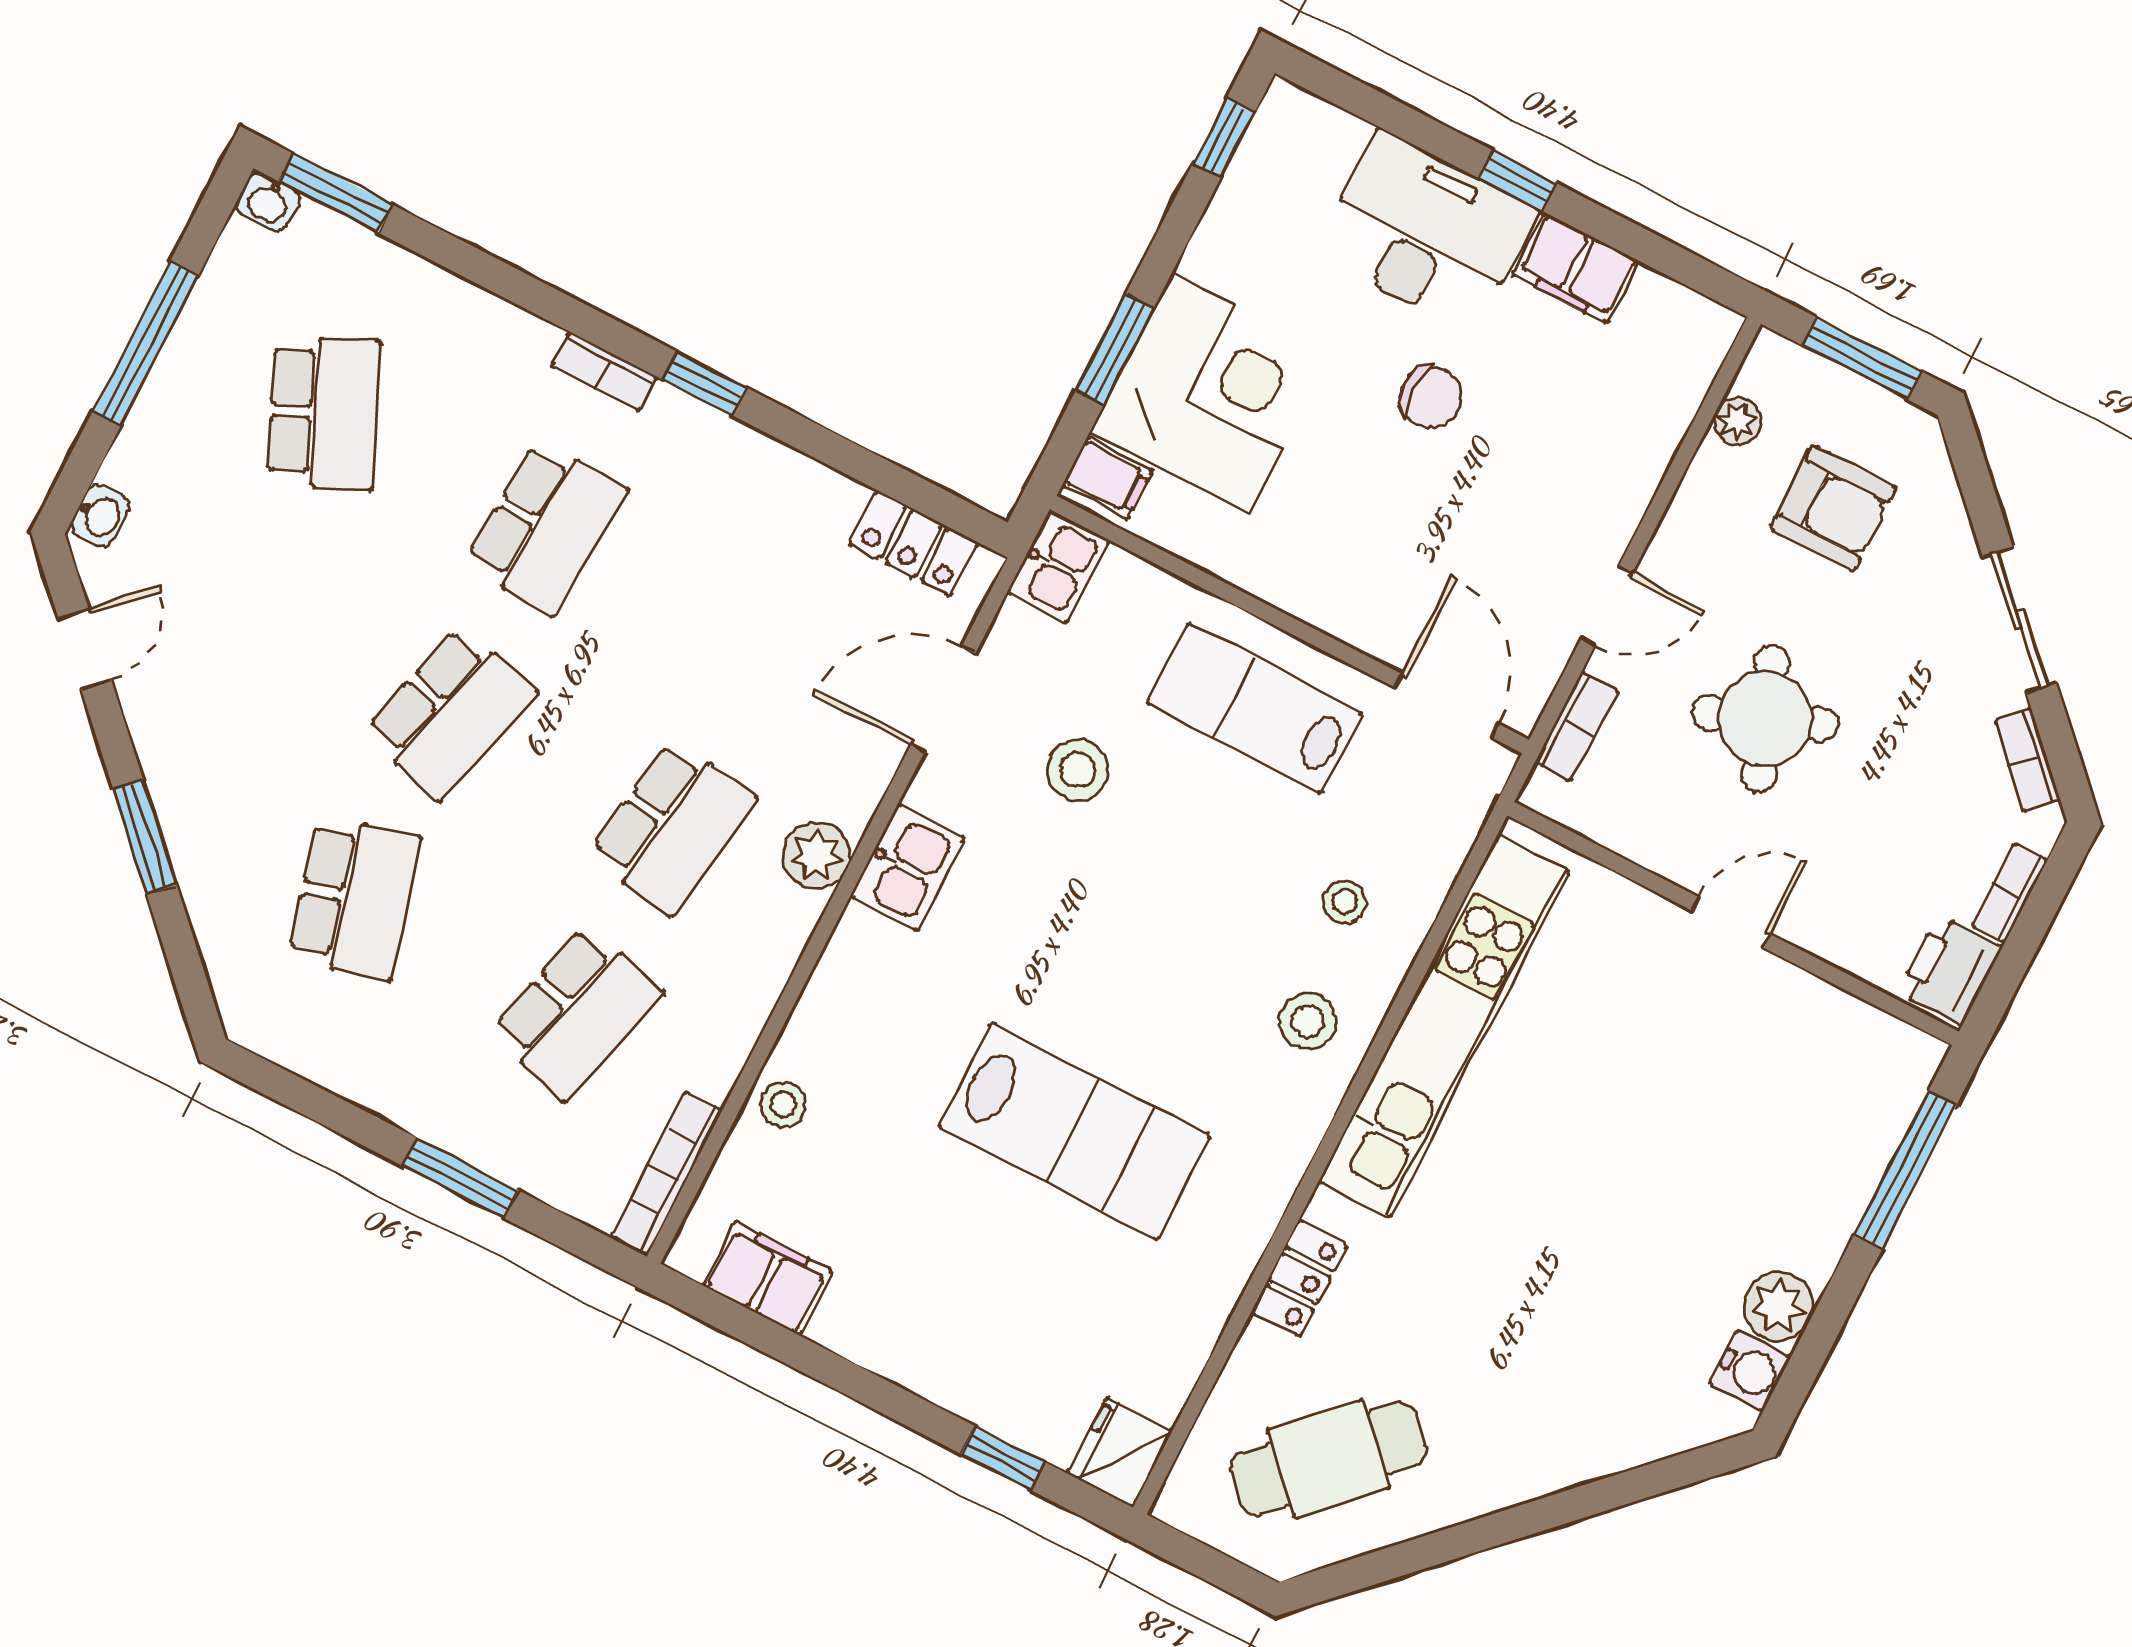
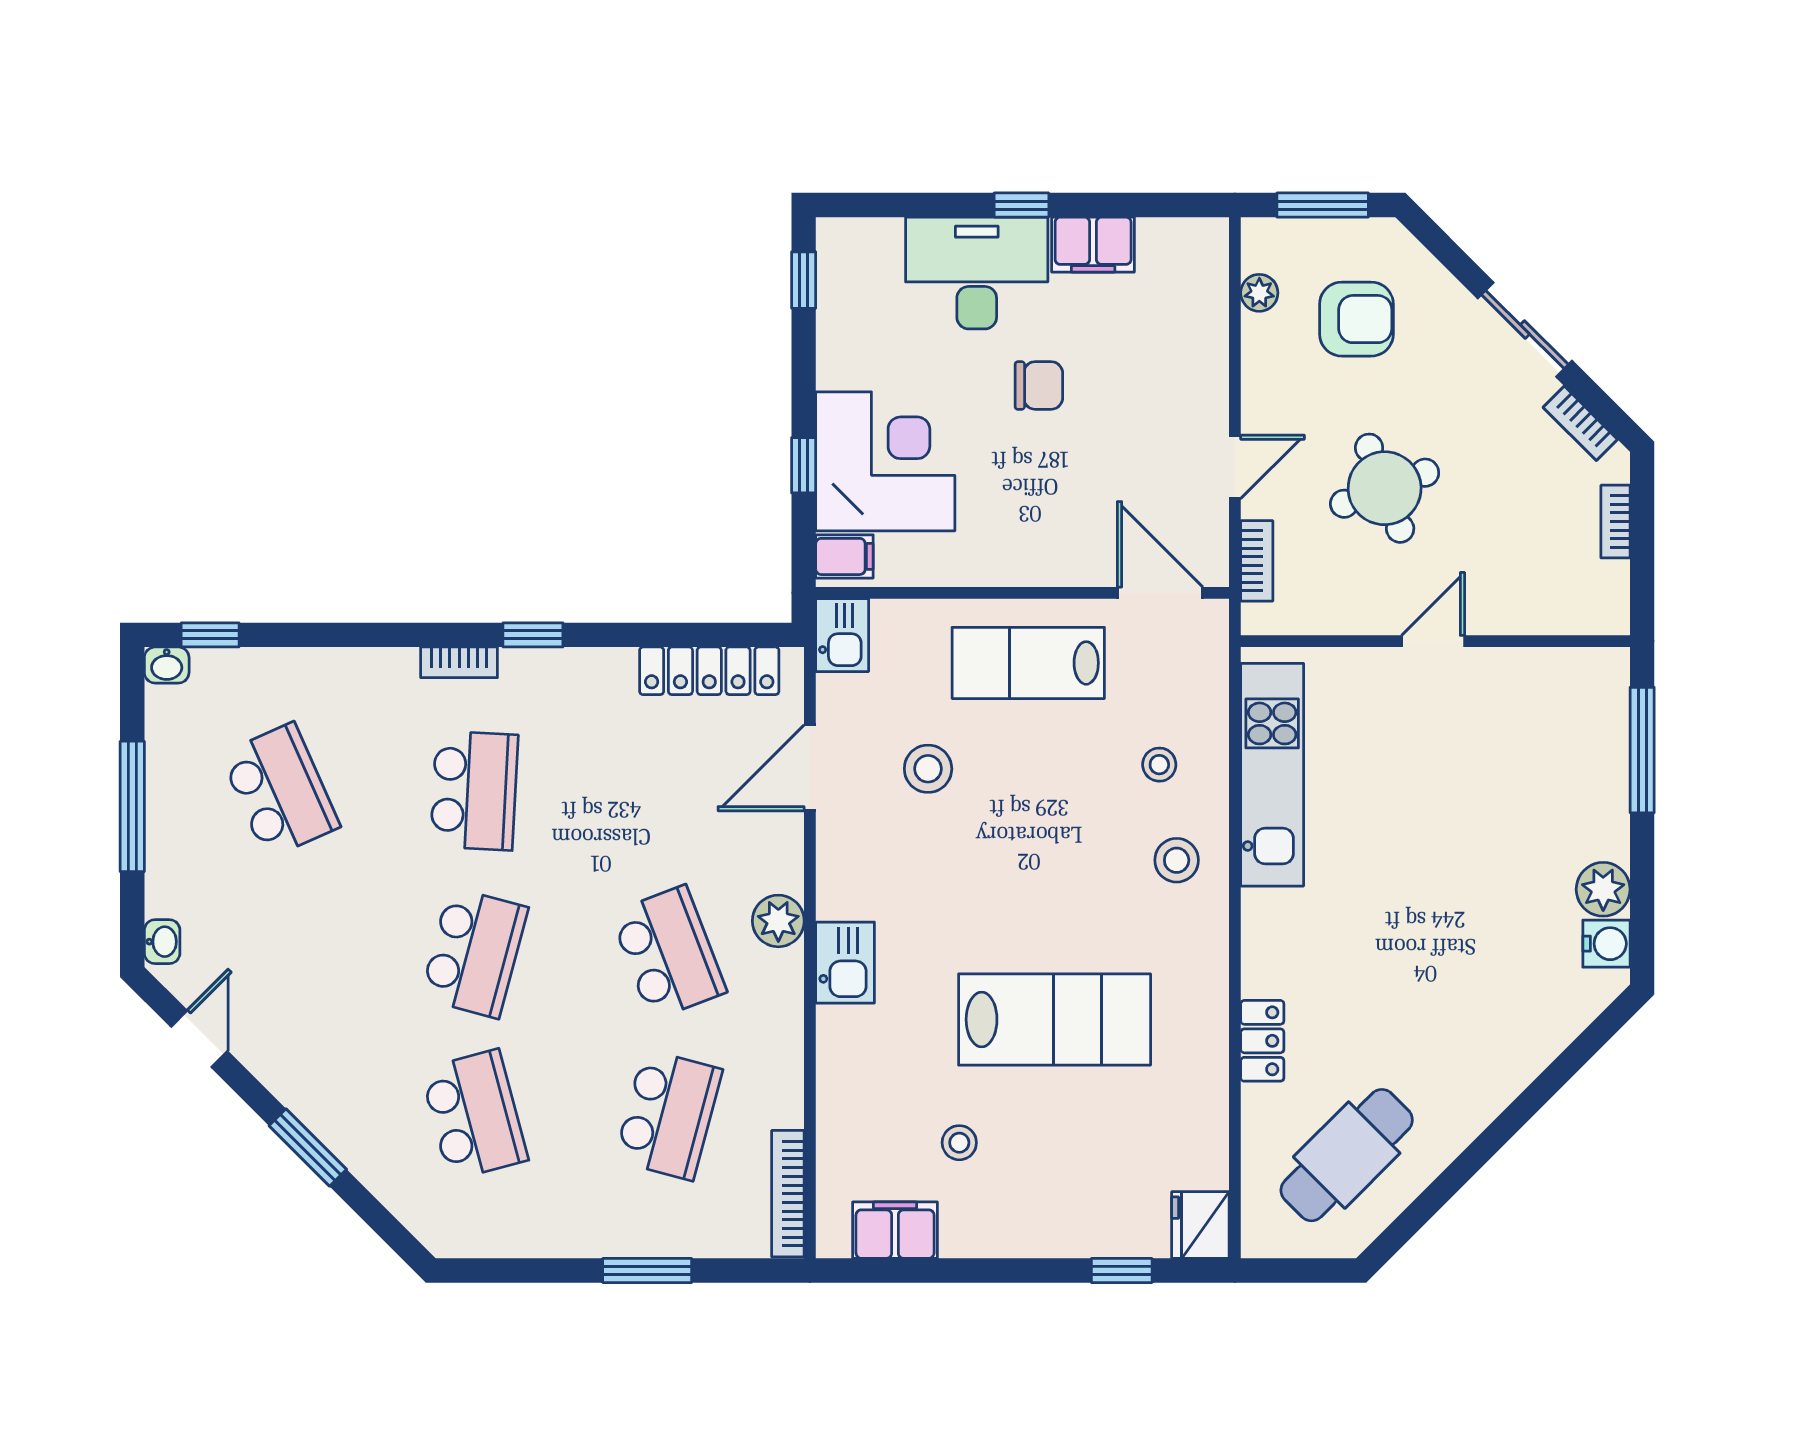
window: (336, 193) -> (210, 635), width x0.67
window: (1115, 349) -> (804, 465), width x0.67
locker: (914, 543) -> (709, 671), width x1.53
school desk: (672, 827) -> (668, 953), turned -30
kitchen sink: (907, 868) -> (845, 963), moved
printer: (1950, 970) -> (1602, 596), removed
kitchen unit: (1444, 1026) -> (1272, 775), width x0.73
stool: (783, 1105) -> (959, 1143), moved

